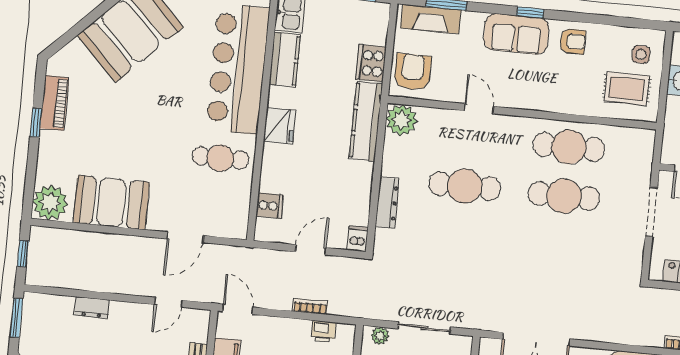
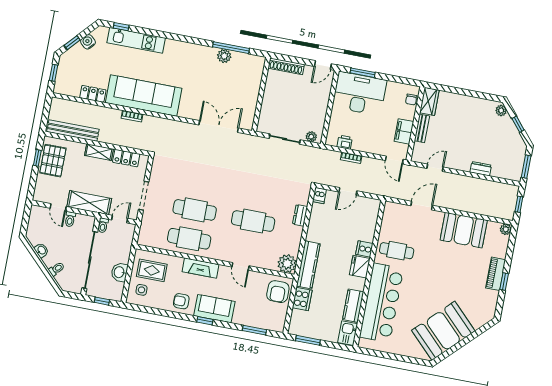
fireplace: (431, 19) -> (200, 268), moved, turned 180
piano: (54, 103) -> (496, 274), moved
plant: (50, 203) -> (506, 229), width x0.53, depth x0.53
dresser: (387, 203) -> (300, 215), width x0.70
cooker: (270, 206) -> (364, 249), moved

